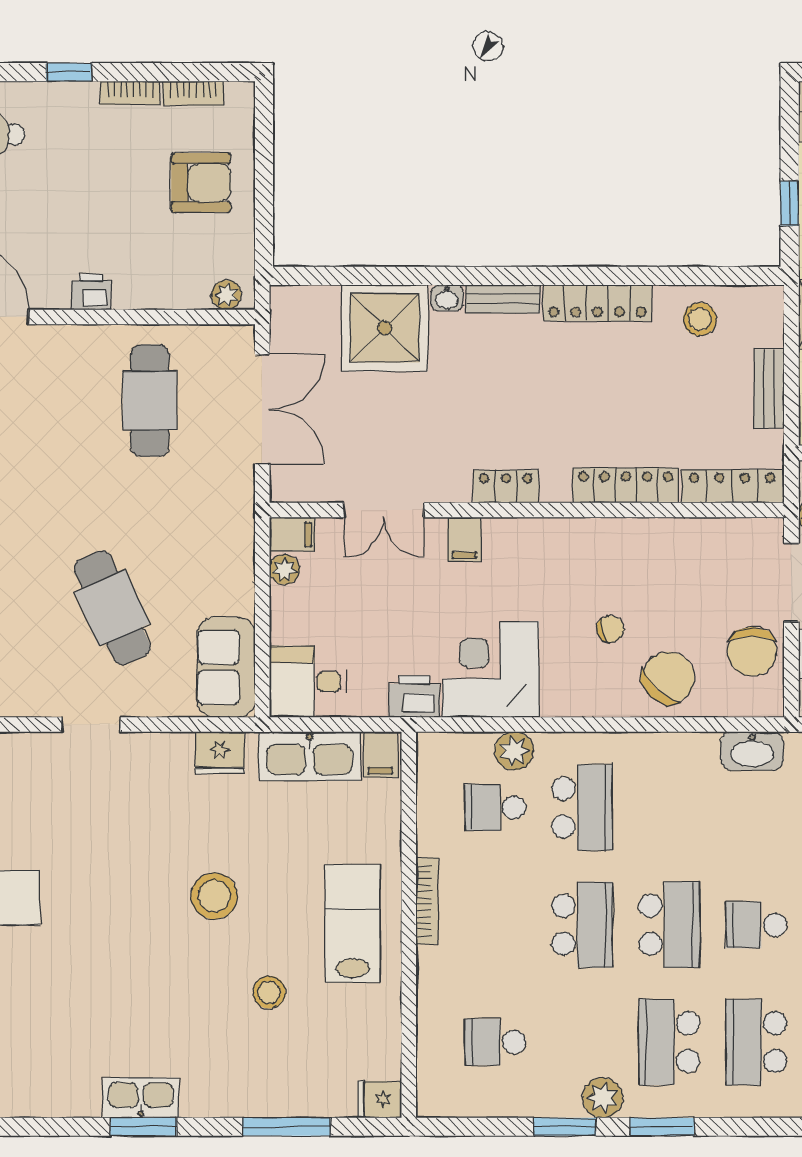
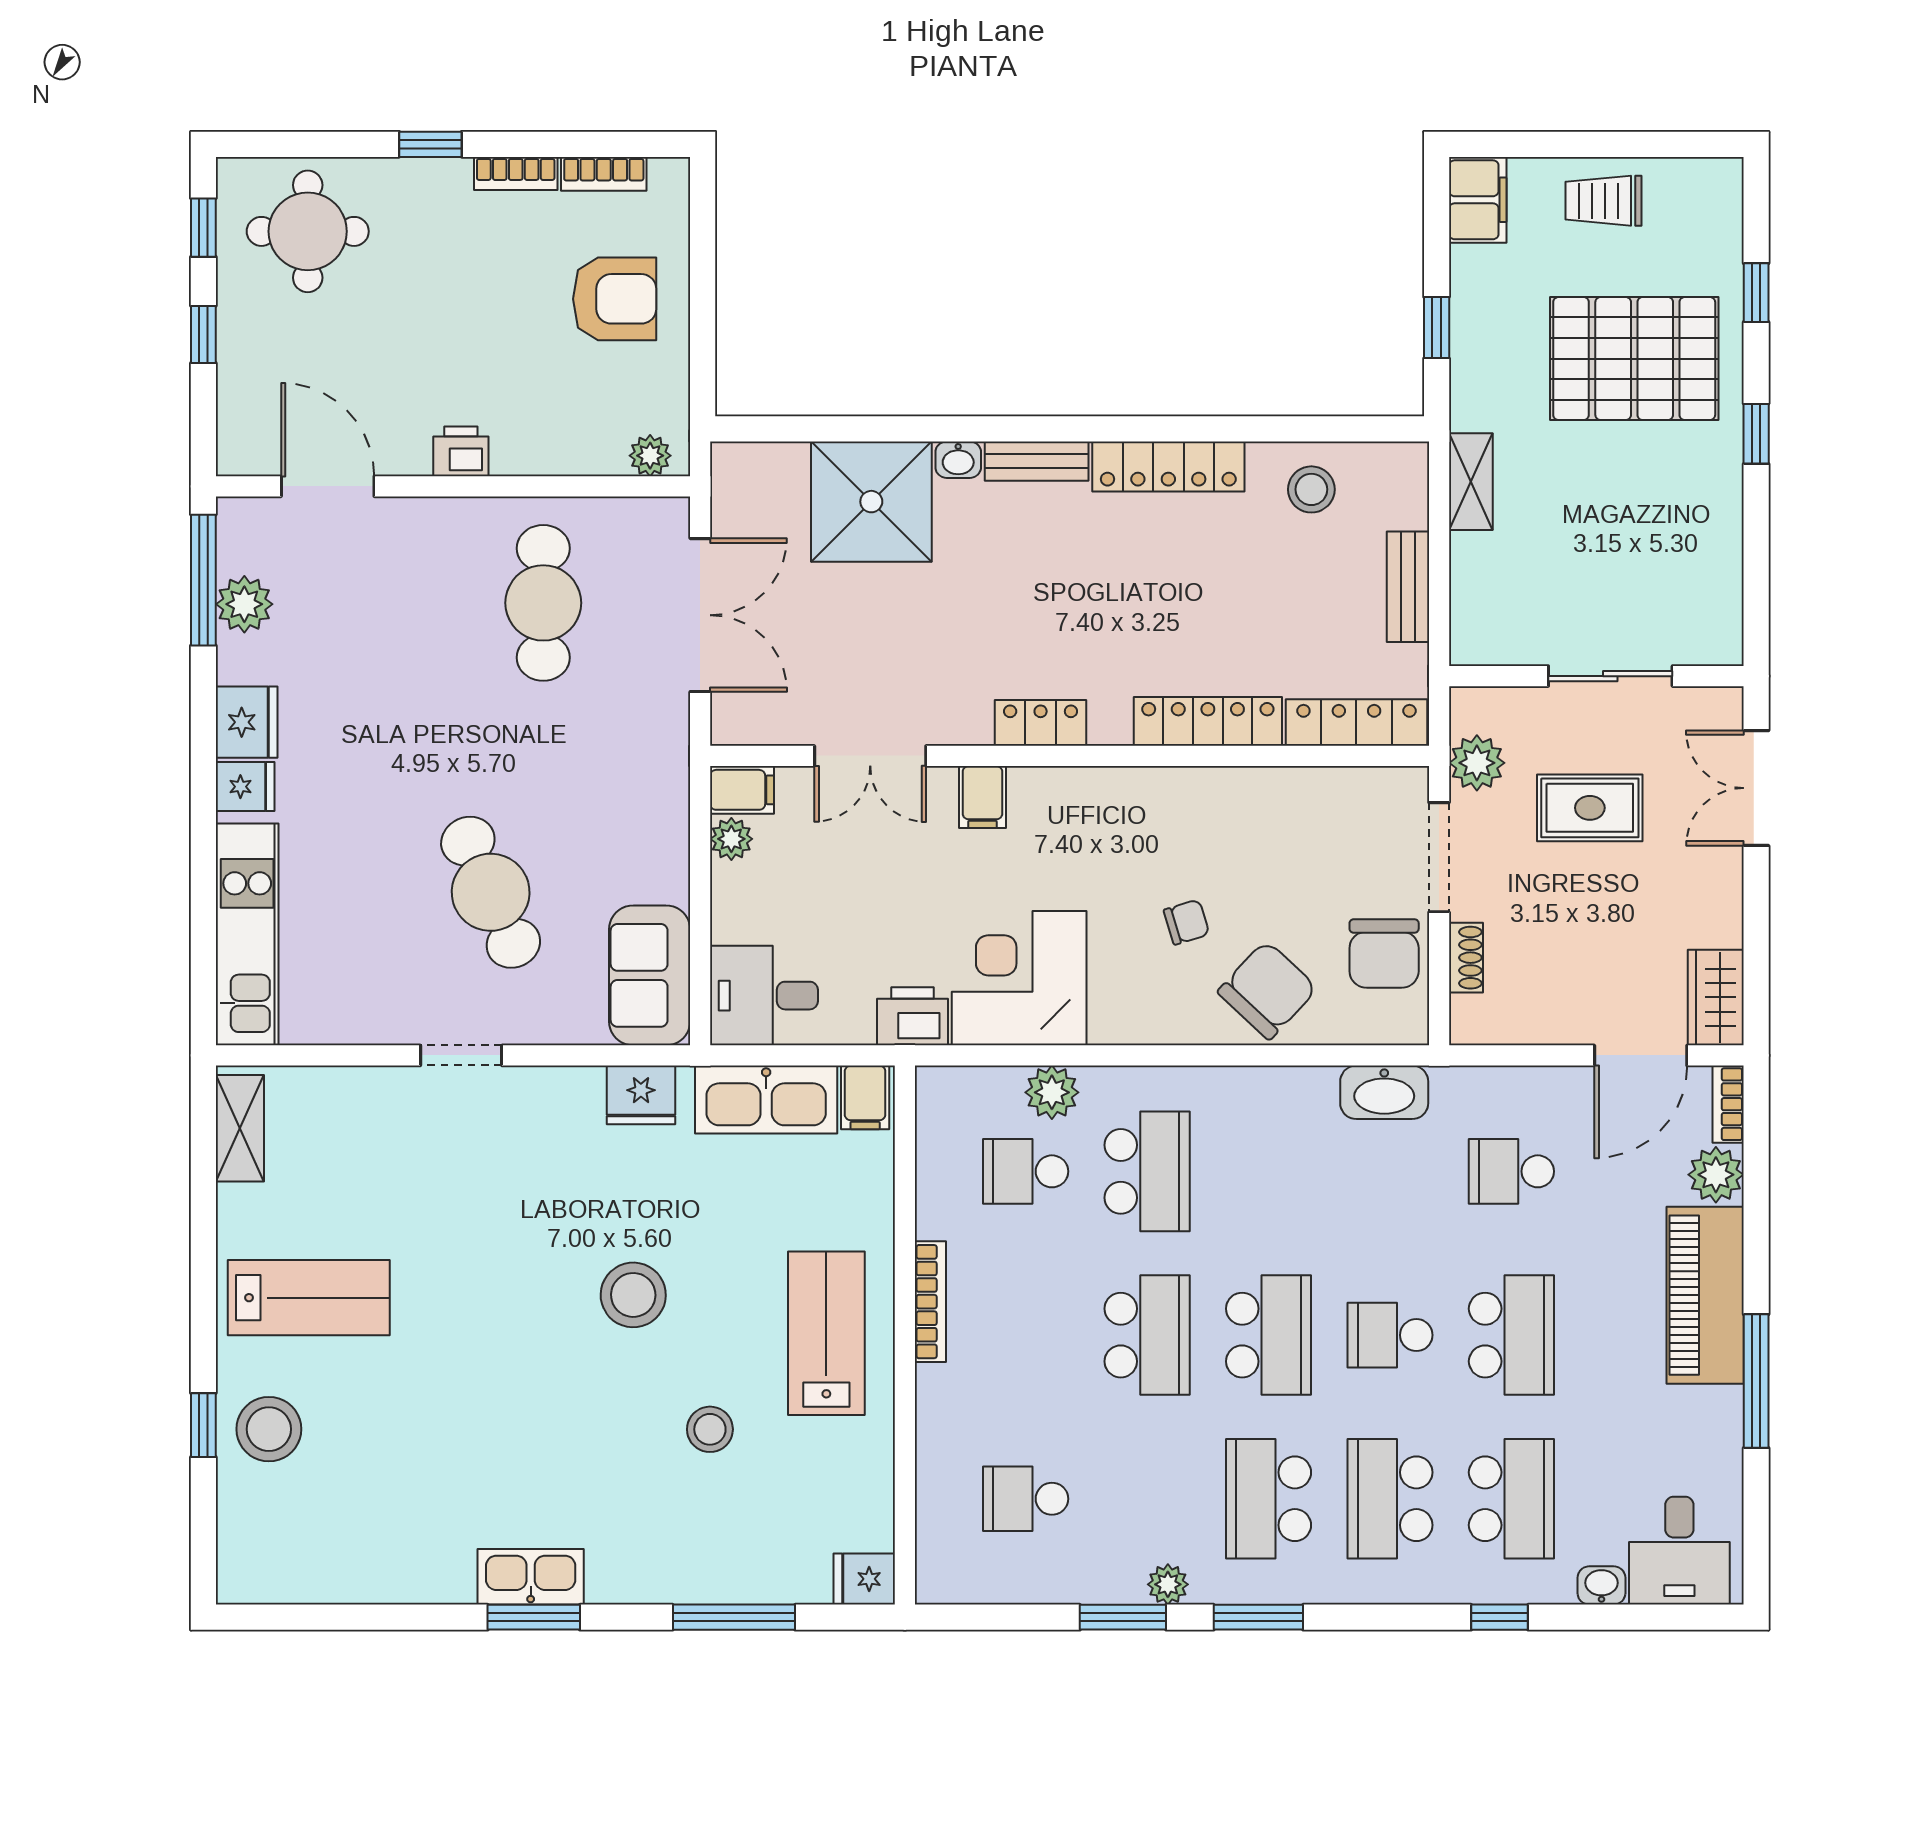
plant: (603, 1098) -> (1168, 1584), width x0.73, depth x0.73

